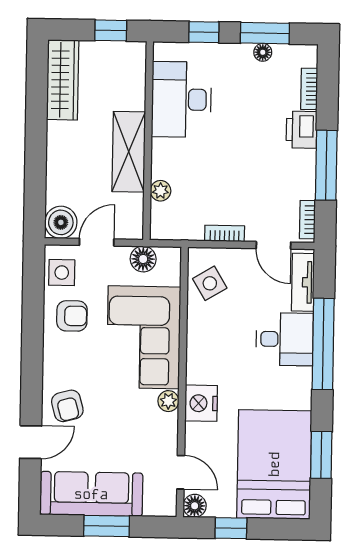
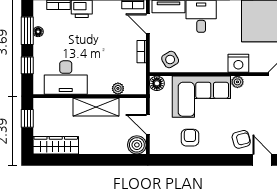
door: (273, 245) -> (148, 24), swing flipped
floor lamp: (143, 259) -> (157, 83), moved
side table: (62, 273) -> (165, 144), removed

